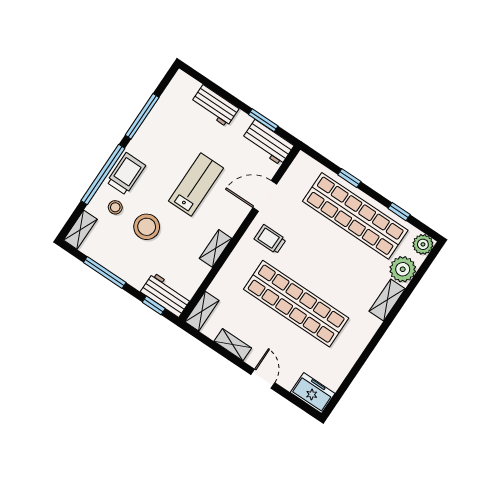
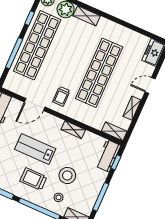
trolley: (126, 174) -> (33, 179), moved
window: (349, 178) -> (14, 53), width x2.17
door: (265, 196) -> (35, 104), hinge flipped

